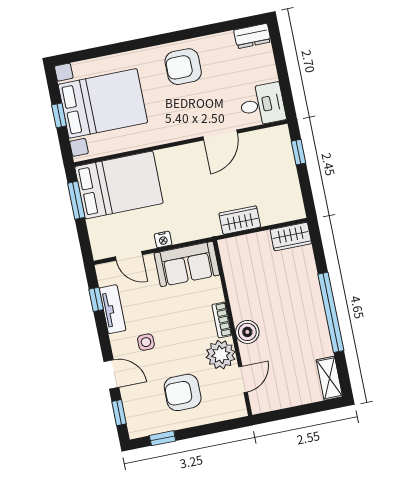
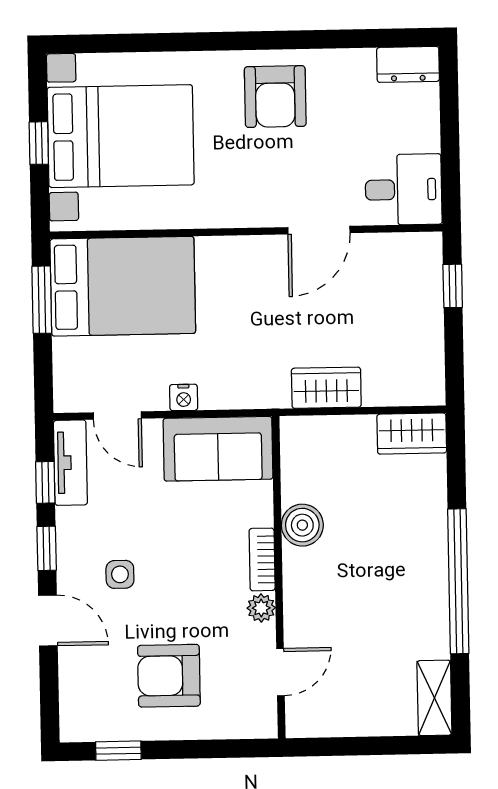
armchair: (183, 67) -> (275, 97), turned -90
tv unit: (113, 309) -> (70, 463), moved
boiler: (247, 332) -> (302, 525), moved
plant: (221, 355) -> (261, 608), width x0.53, depth x0.53
window: (119, 413) -> (47, 548), moved

